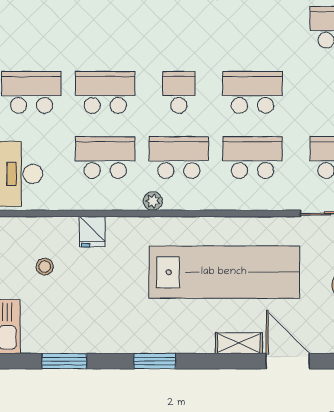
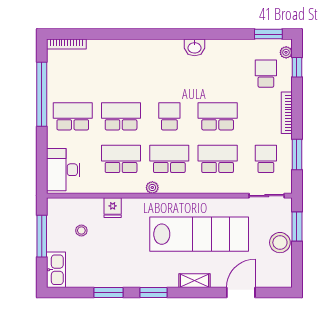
shelving: (239, 343) -> (195, 281), moved
window: (64, 361) -> (108, 292), moved
door: (288, 361) -> (241, 292), hinge flipped

